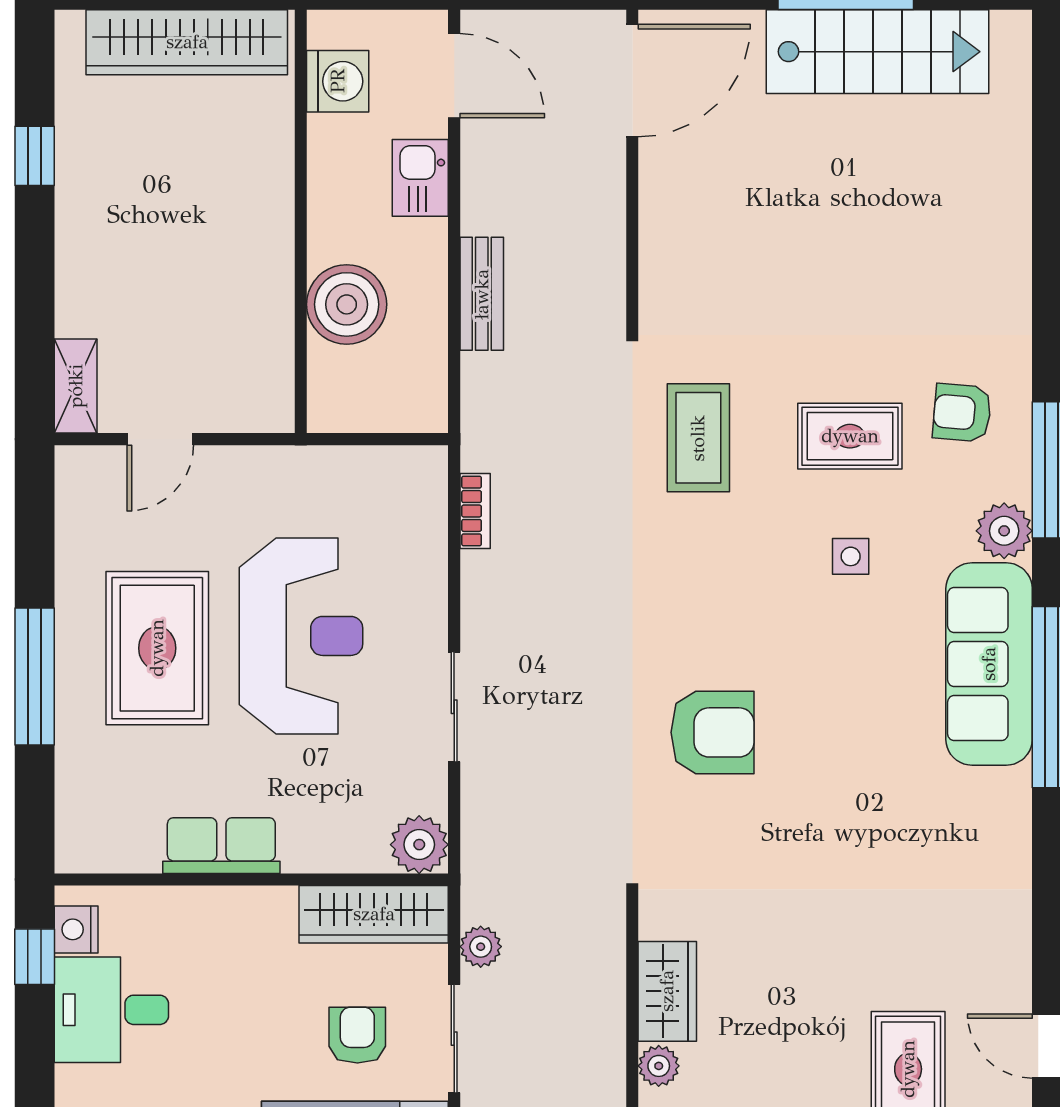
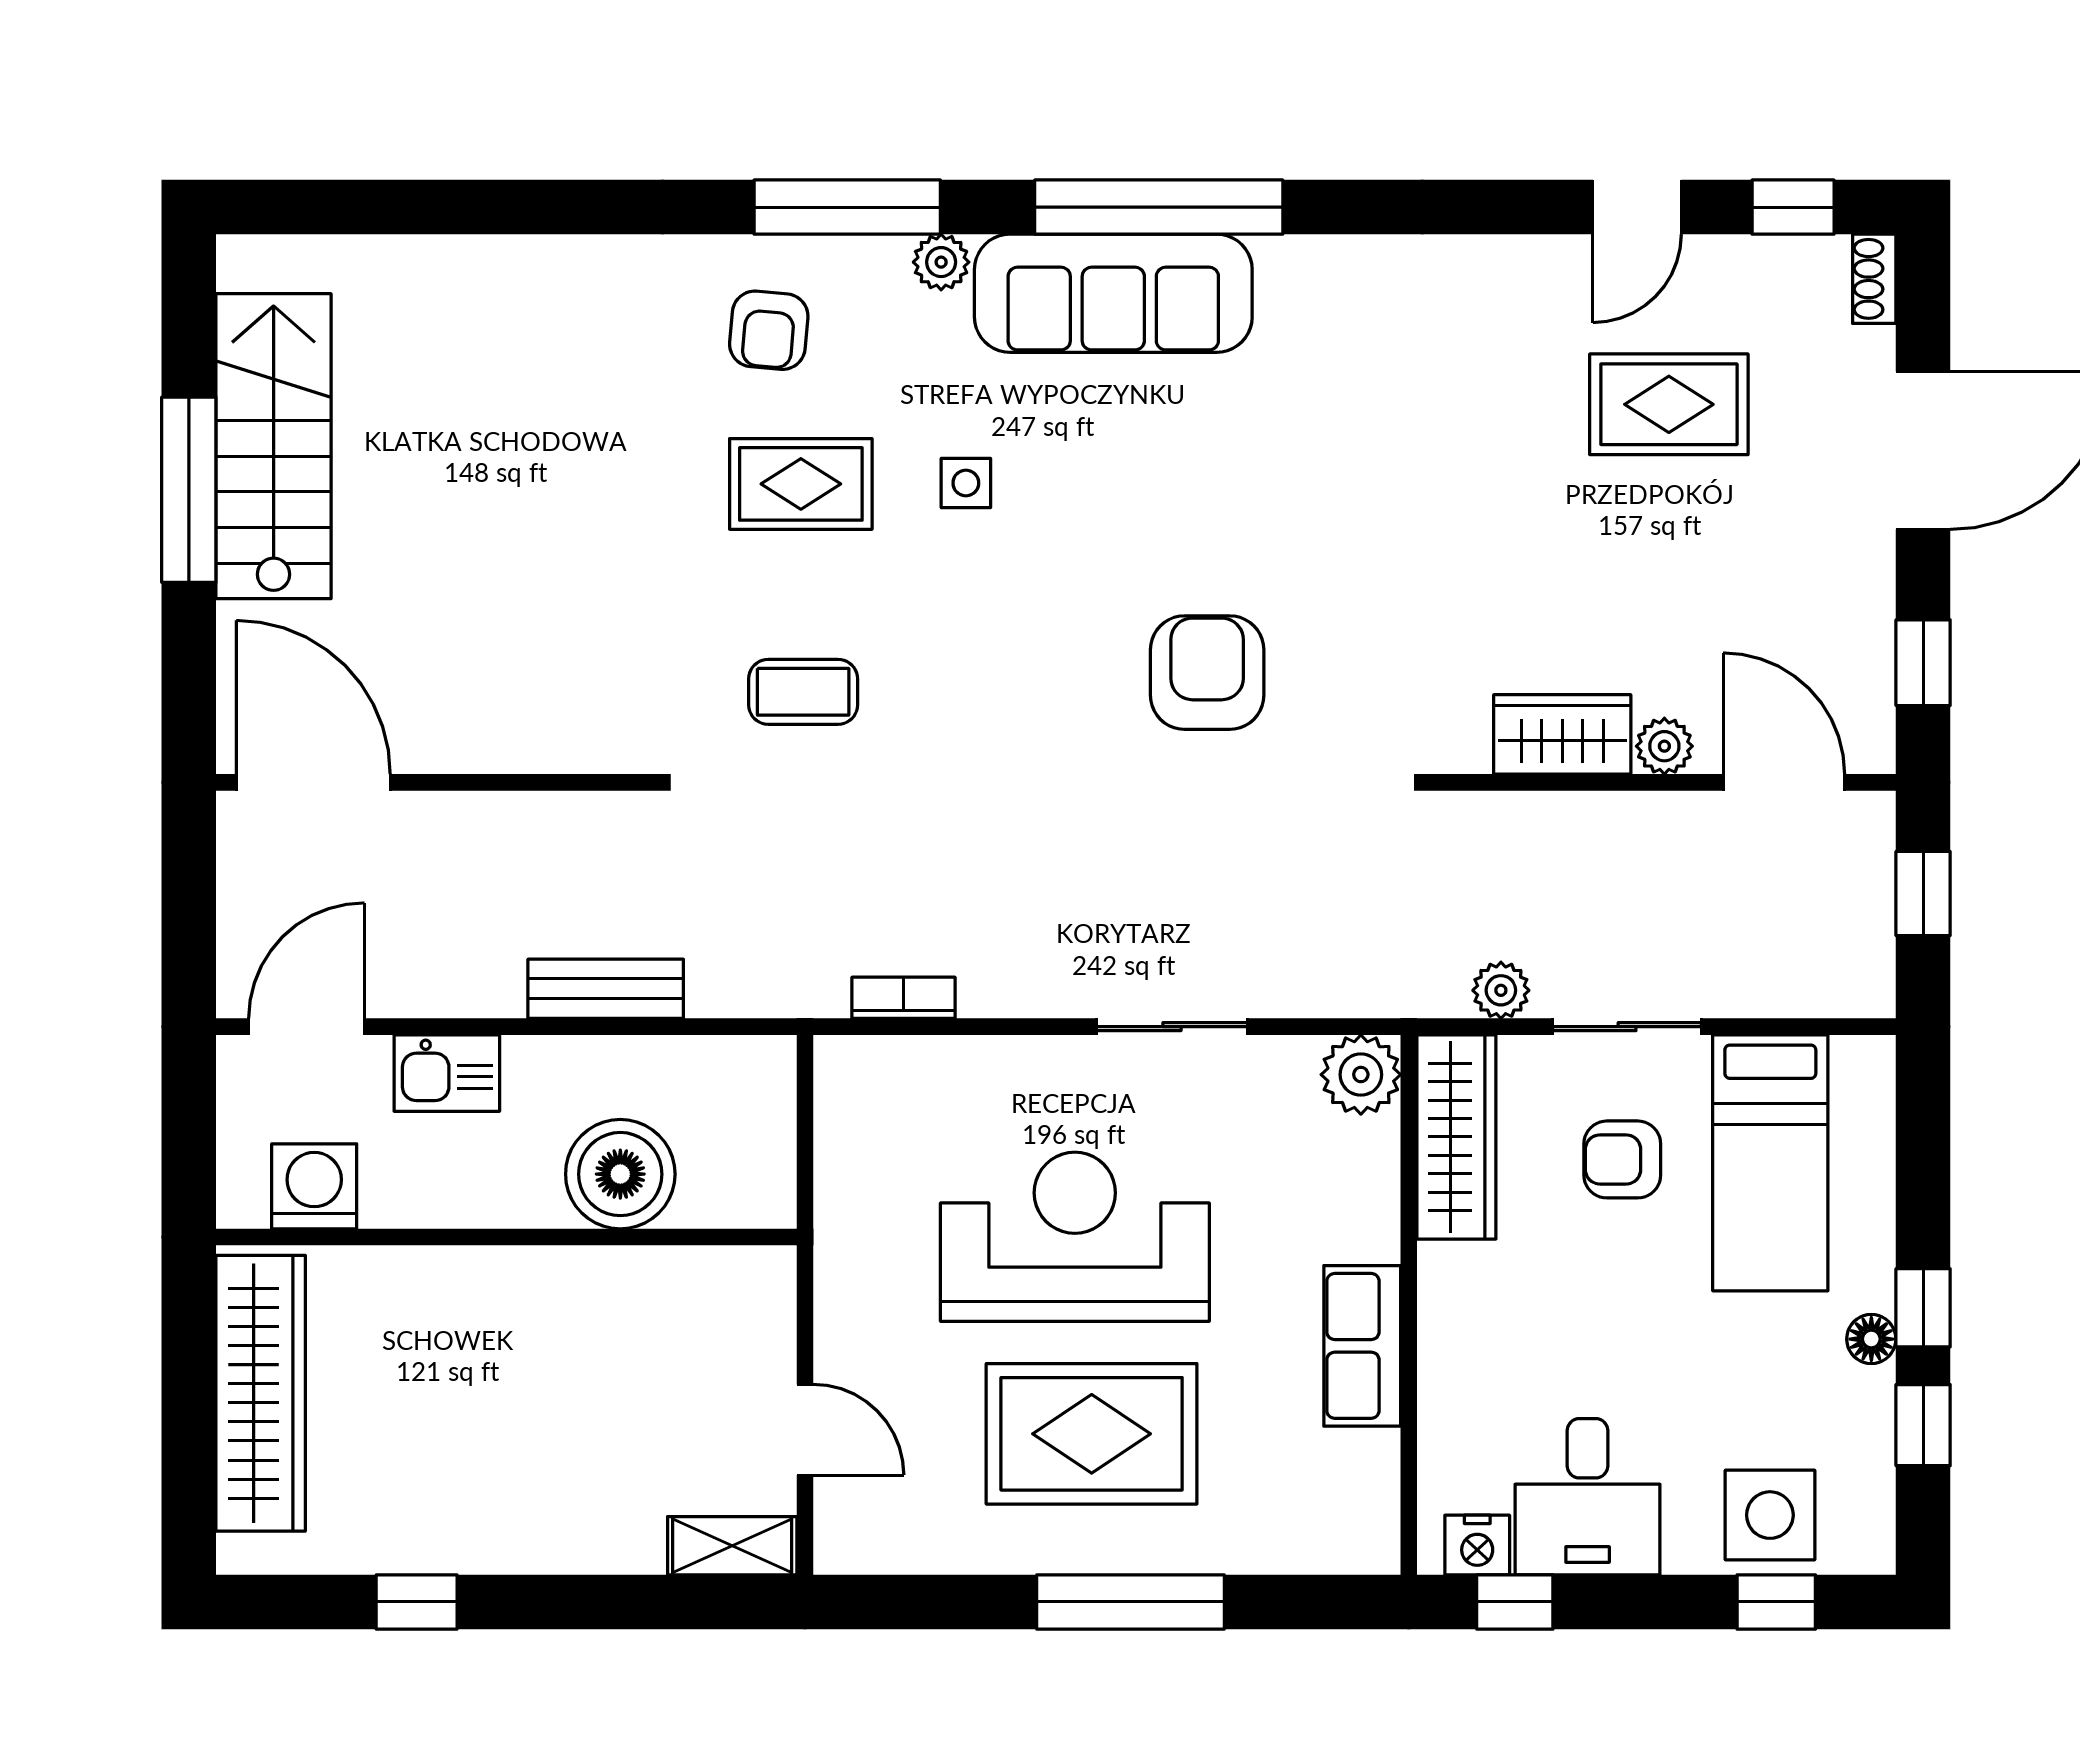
rug: (850, 436) -> (801, 484), turned 90
coffee table: (698, 438) -> (803, 692), width x0.73, depth x0.77
plant: (1004, 531) -> (941, 262), width x0.73, depth x0.73

